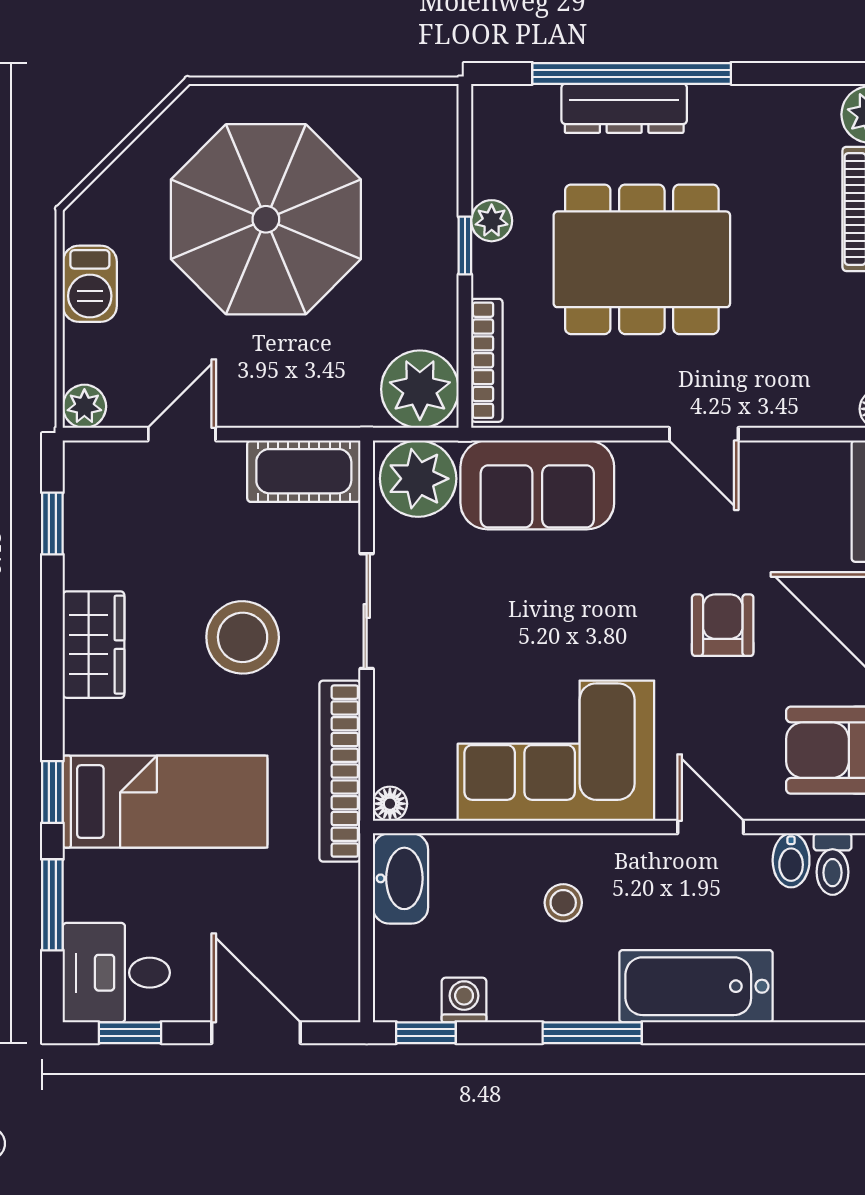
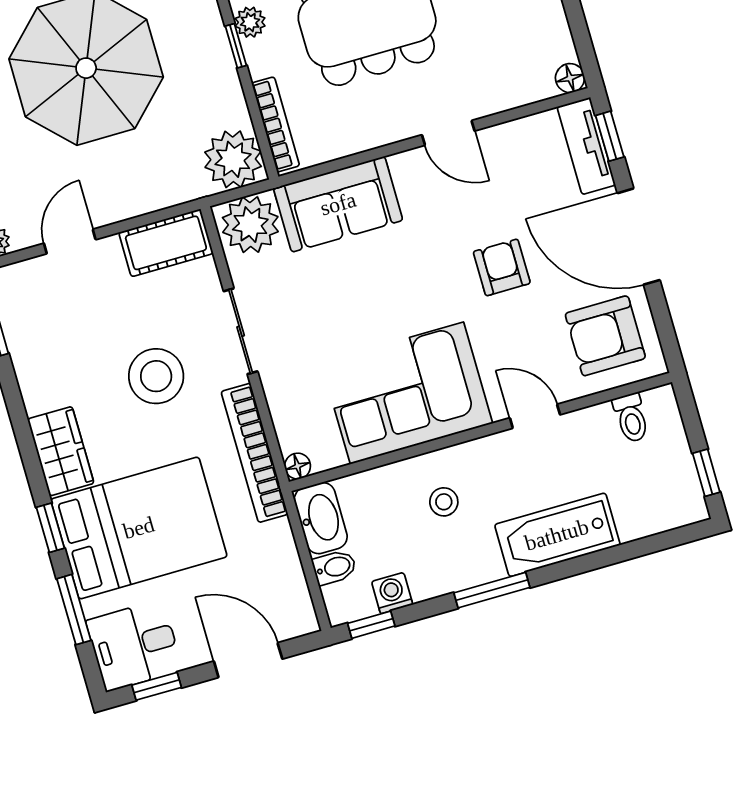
wardrobe: (94, 645) -> (61, 451), moved
bed: (165, 802) -> (139, 528), width x1.50
bidet: (791, 860) -> (334, 567), moved, turned -90

